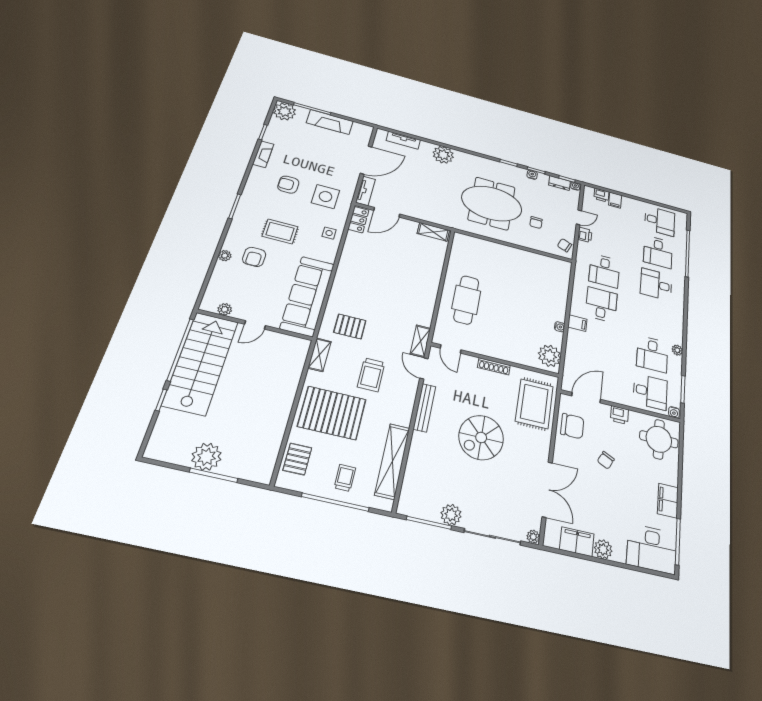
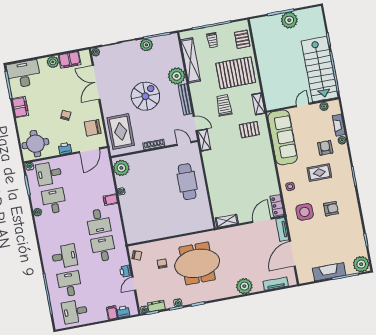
fireplace: (263, 154) -> (339, 125), moved
plant: (423, 447) -> (177, 76), added

